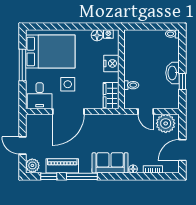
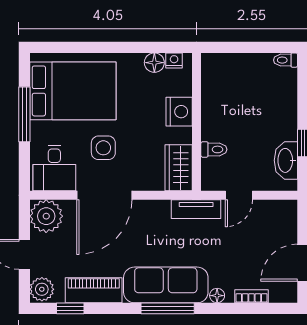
washbasin: (173, 73) -> (286, 160), moved
door: (146, 112) -> (239, 195), hinge flipped
tv unit: (121, 119) -> (196, 209), added
plant: (166, 123) -> (46, 216), moved
sofa: (110, 163) -> (166, 285), width x1.36
window: (82, 176) -> (168, 308), moved

